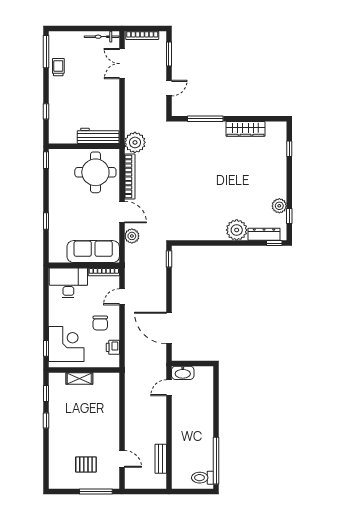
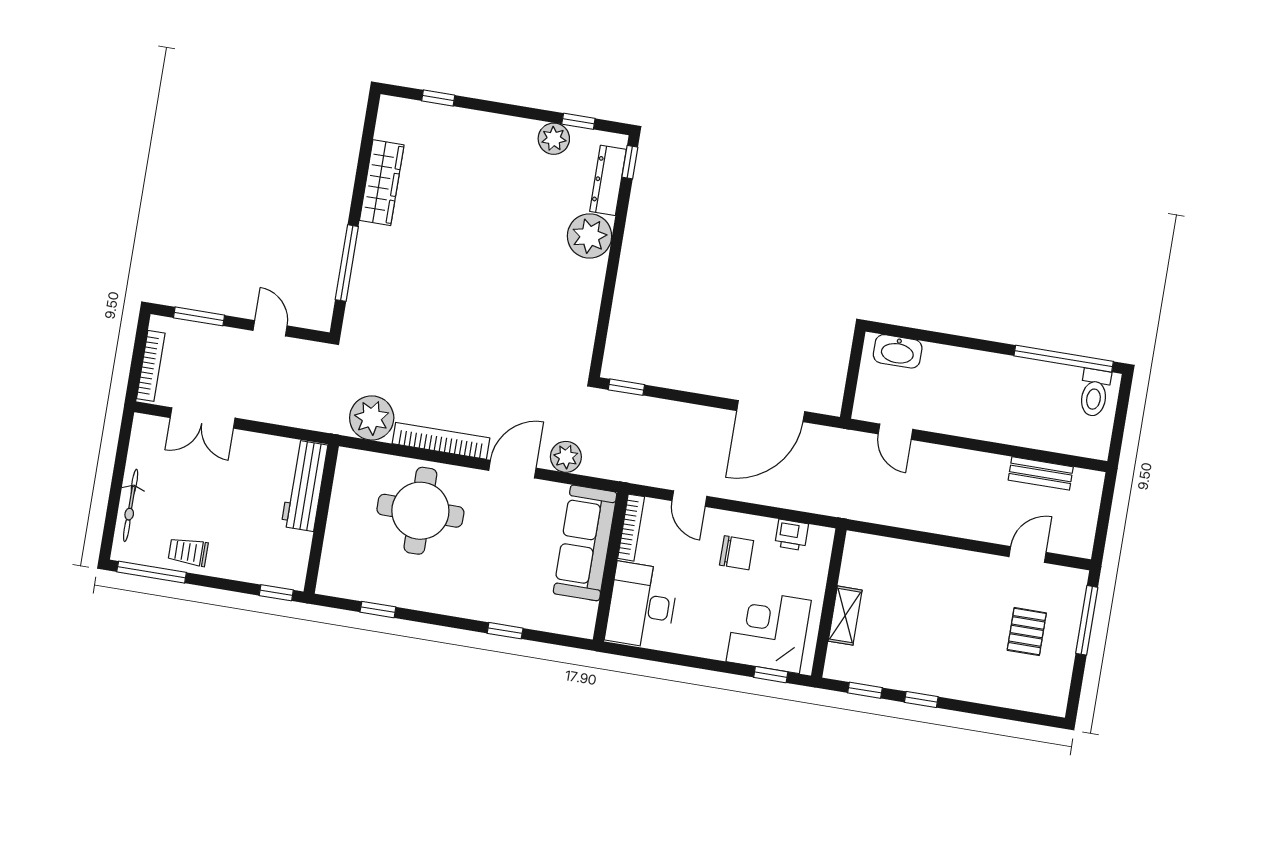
bicycle: (102, 37) -> (131, 505), moved
workbench: (98, 136) -> (304, 486), moved
wall: (84, 146) -> (321, 519), moved
washbasin: (183, 373) -> (898, 351), moved, turned 90

